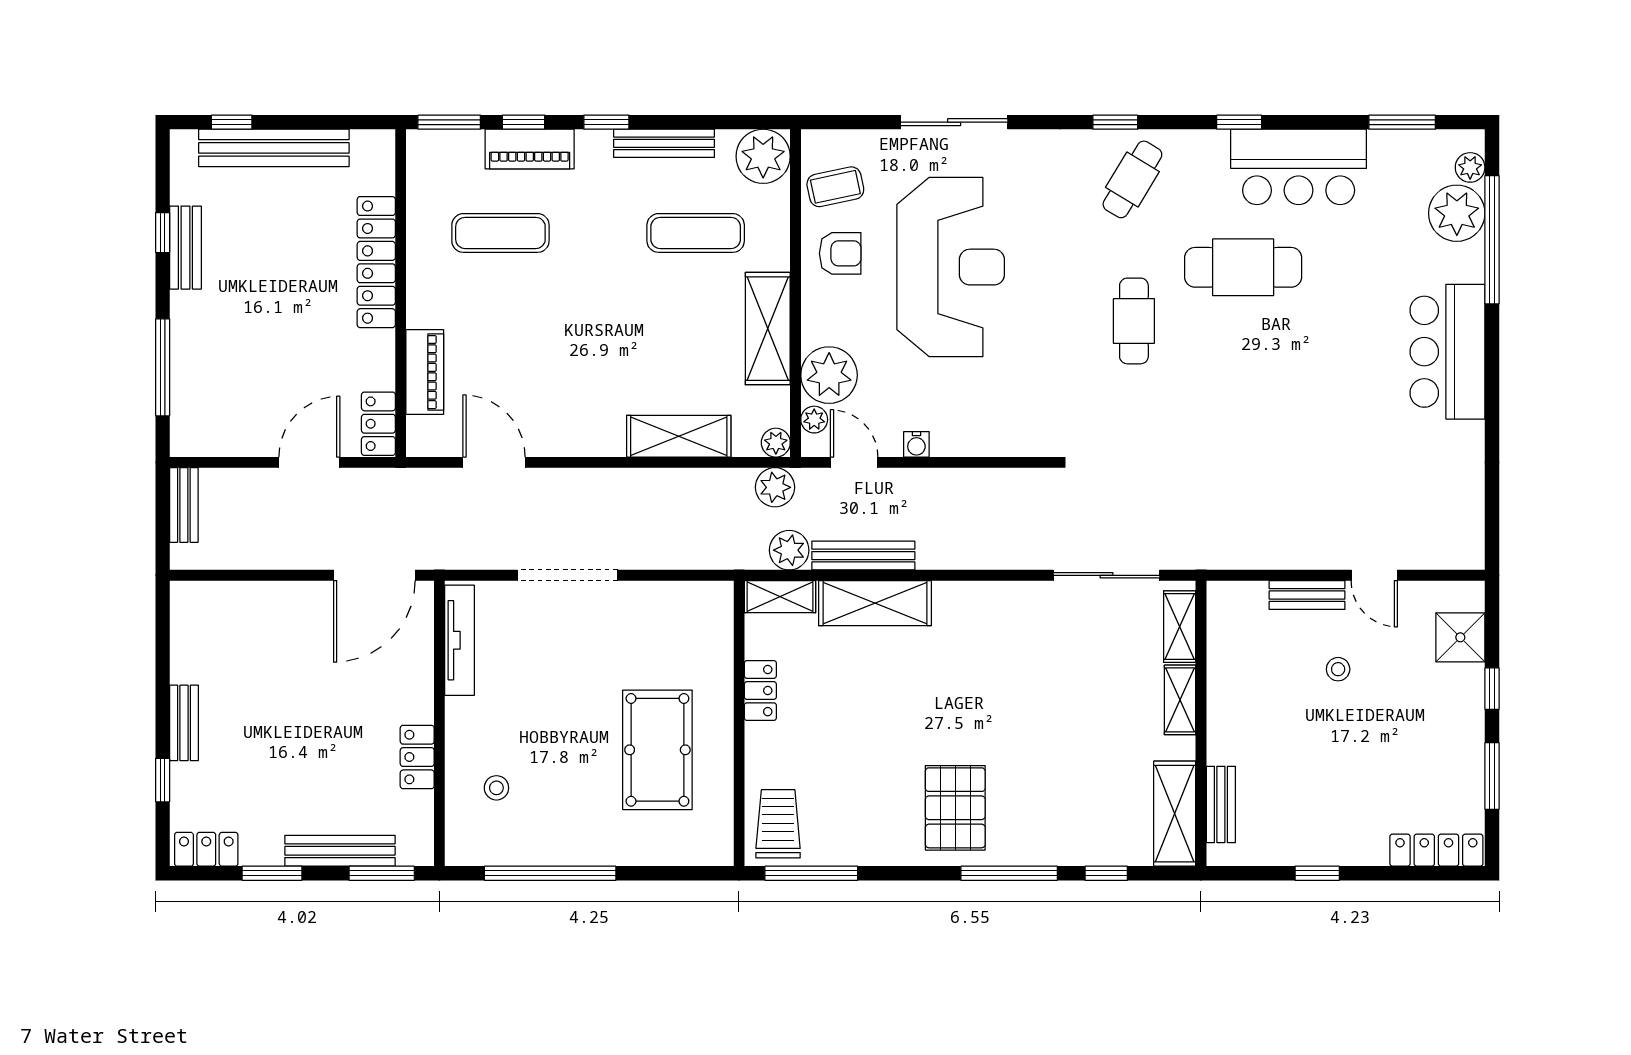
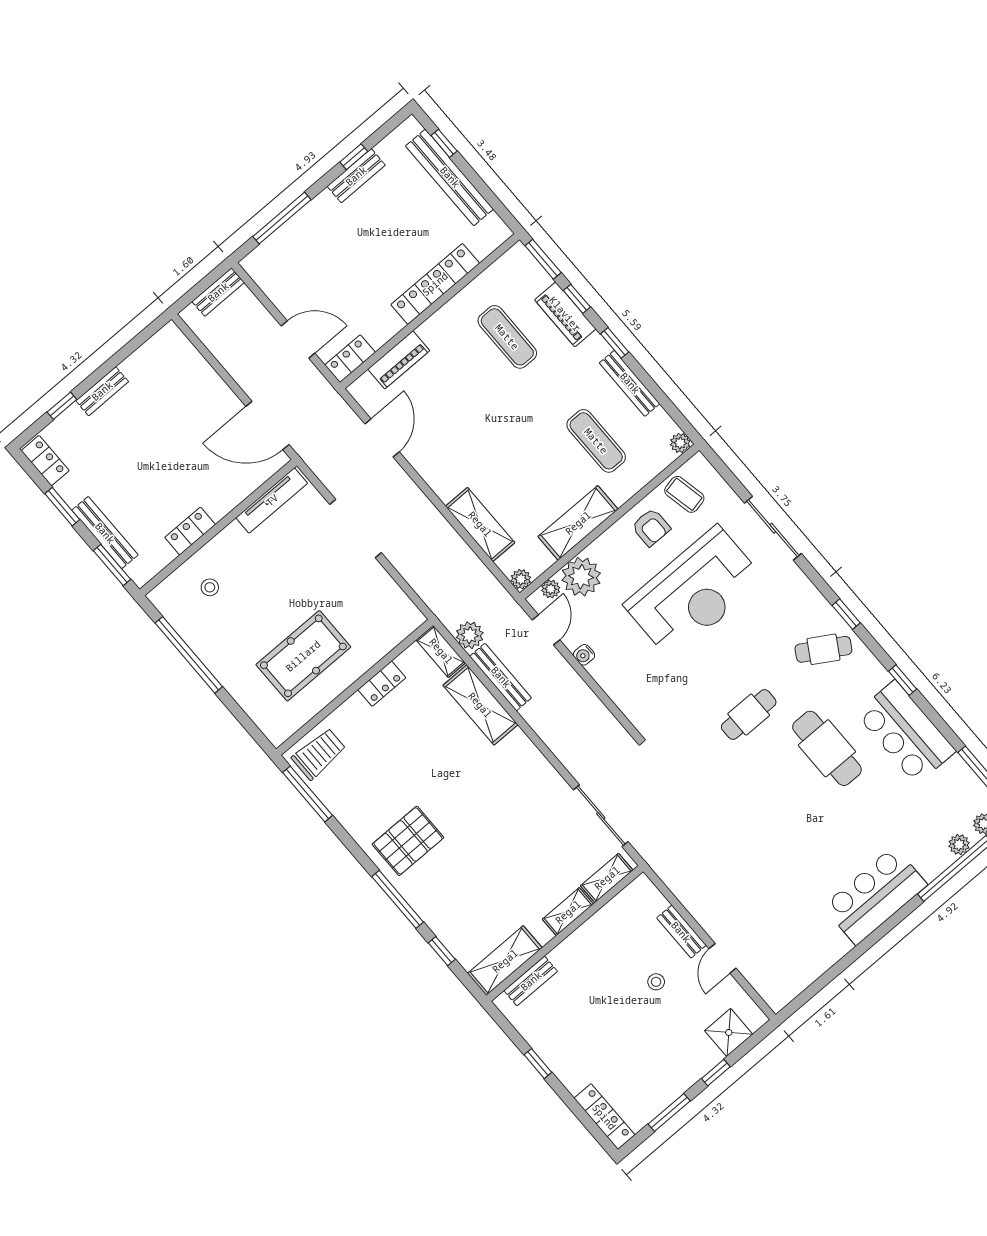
plant: (763, 156) -> (680, 443), width x0.53, depth x0.53
plant: (1457, 213) -> (959, 845), width x0.53, depth x0.53
plant: (775, 487) -> (497, 599), removed

